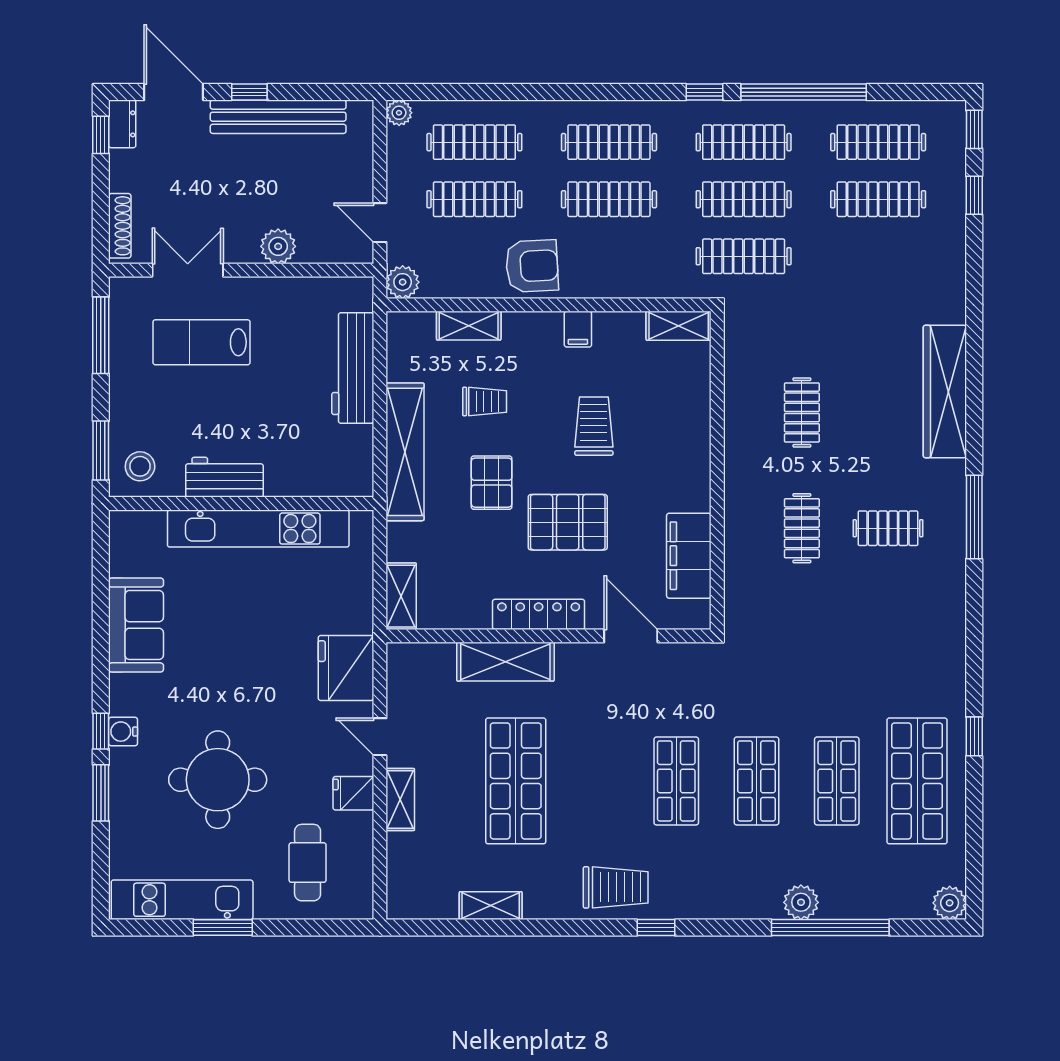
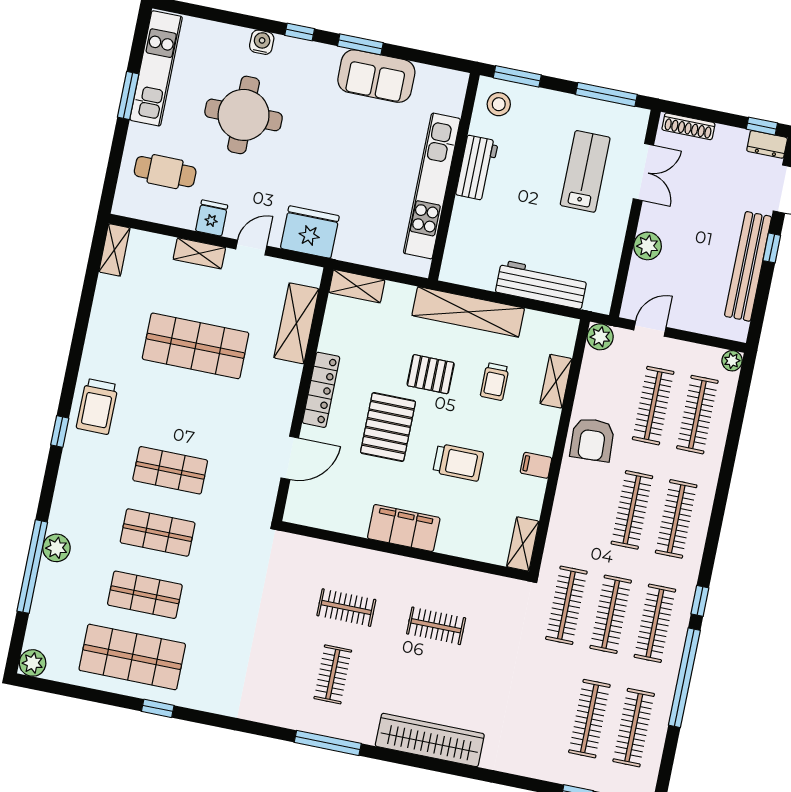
filing cabinet: (689, 556) -> (404, 528), moved
shelving: (505, 662) -> (296, 323), moved
water cooler: (123, 732) -> (262, 42), moved
window: (101, 793) -> (360, 44), moved
shelving: (491, 906) -> (114, 250), moved

